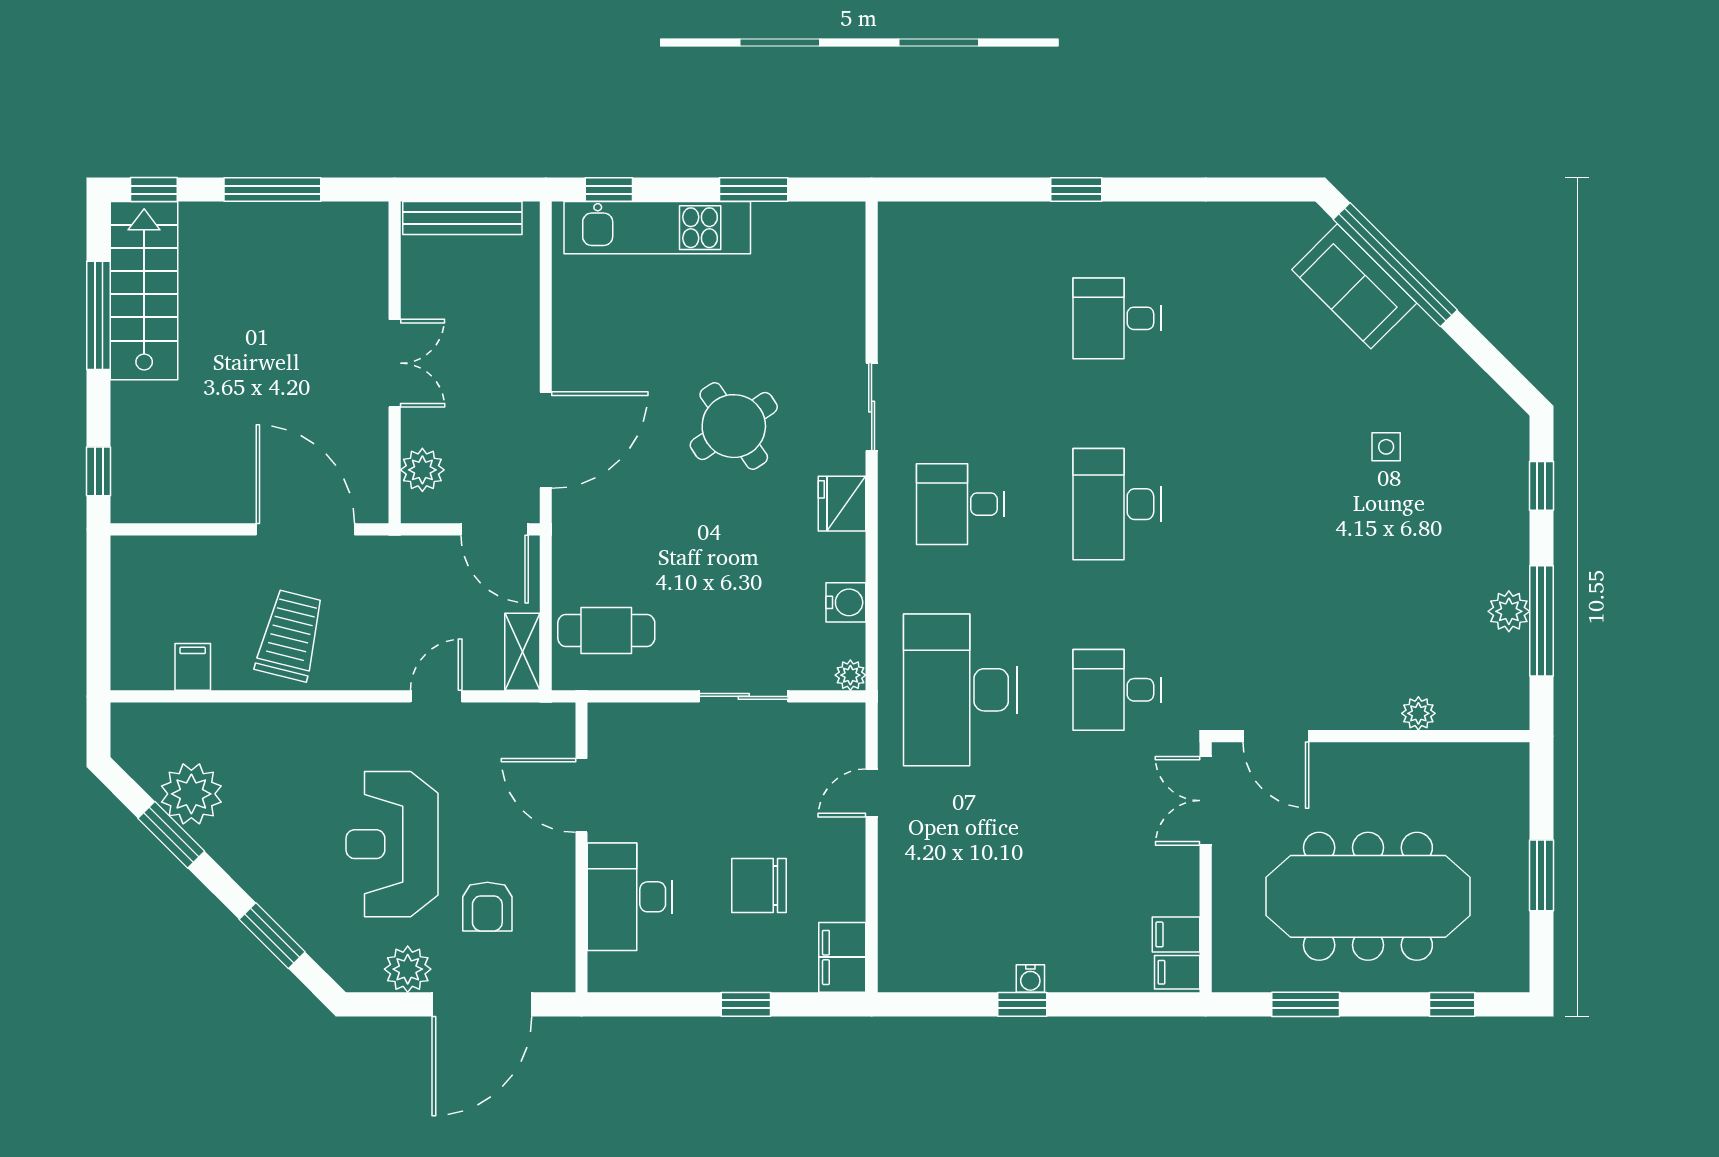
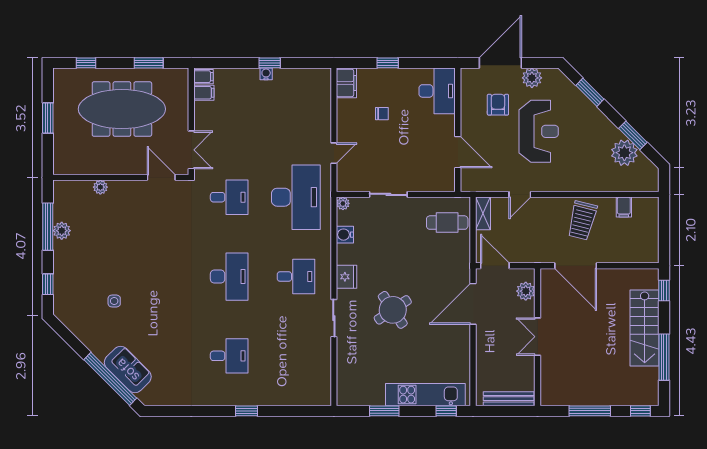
stairs: (144, 291) -> (645, 328), moved
chair: (759, 886) -> (382, 114), width x0.54, depth x0.54
desk: (630, 897) -> (437, 91), moved

